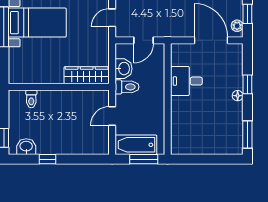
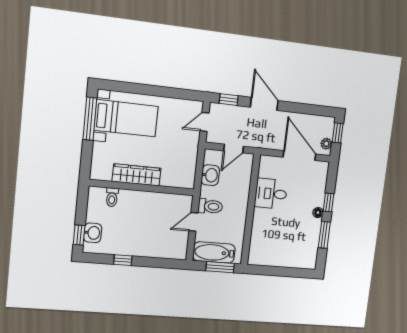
wardrobe: (87, 75) -> (137, 175), moved
toilet: (127, 87) -> (210, 206), moved
window: (247, 135) -> (324, 235), moved
washbasin: (26, 147) -> (93, 233), moved, turned 90

